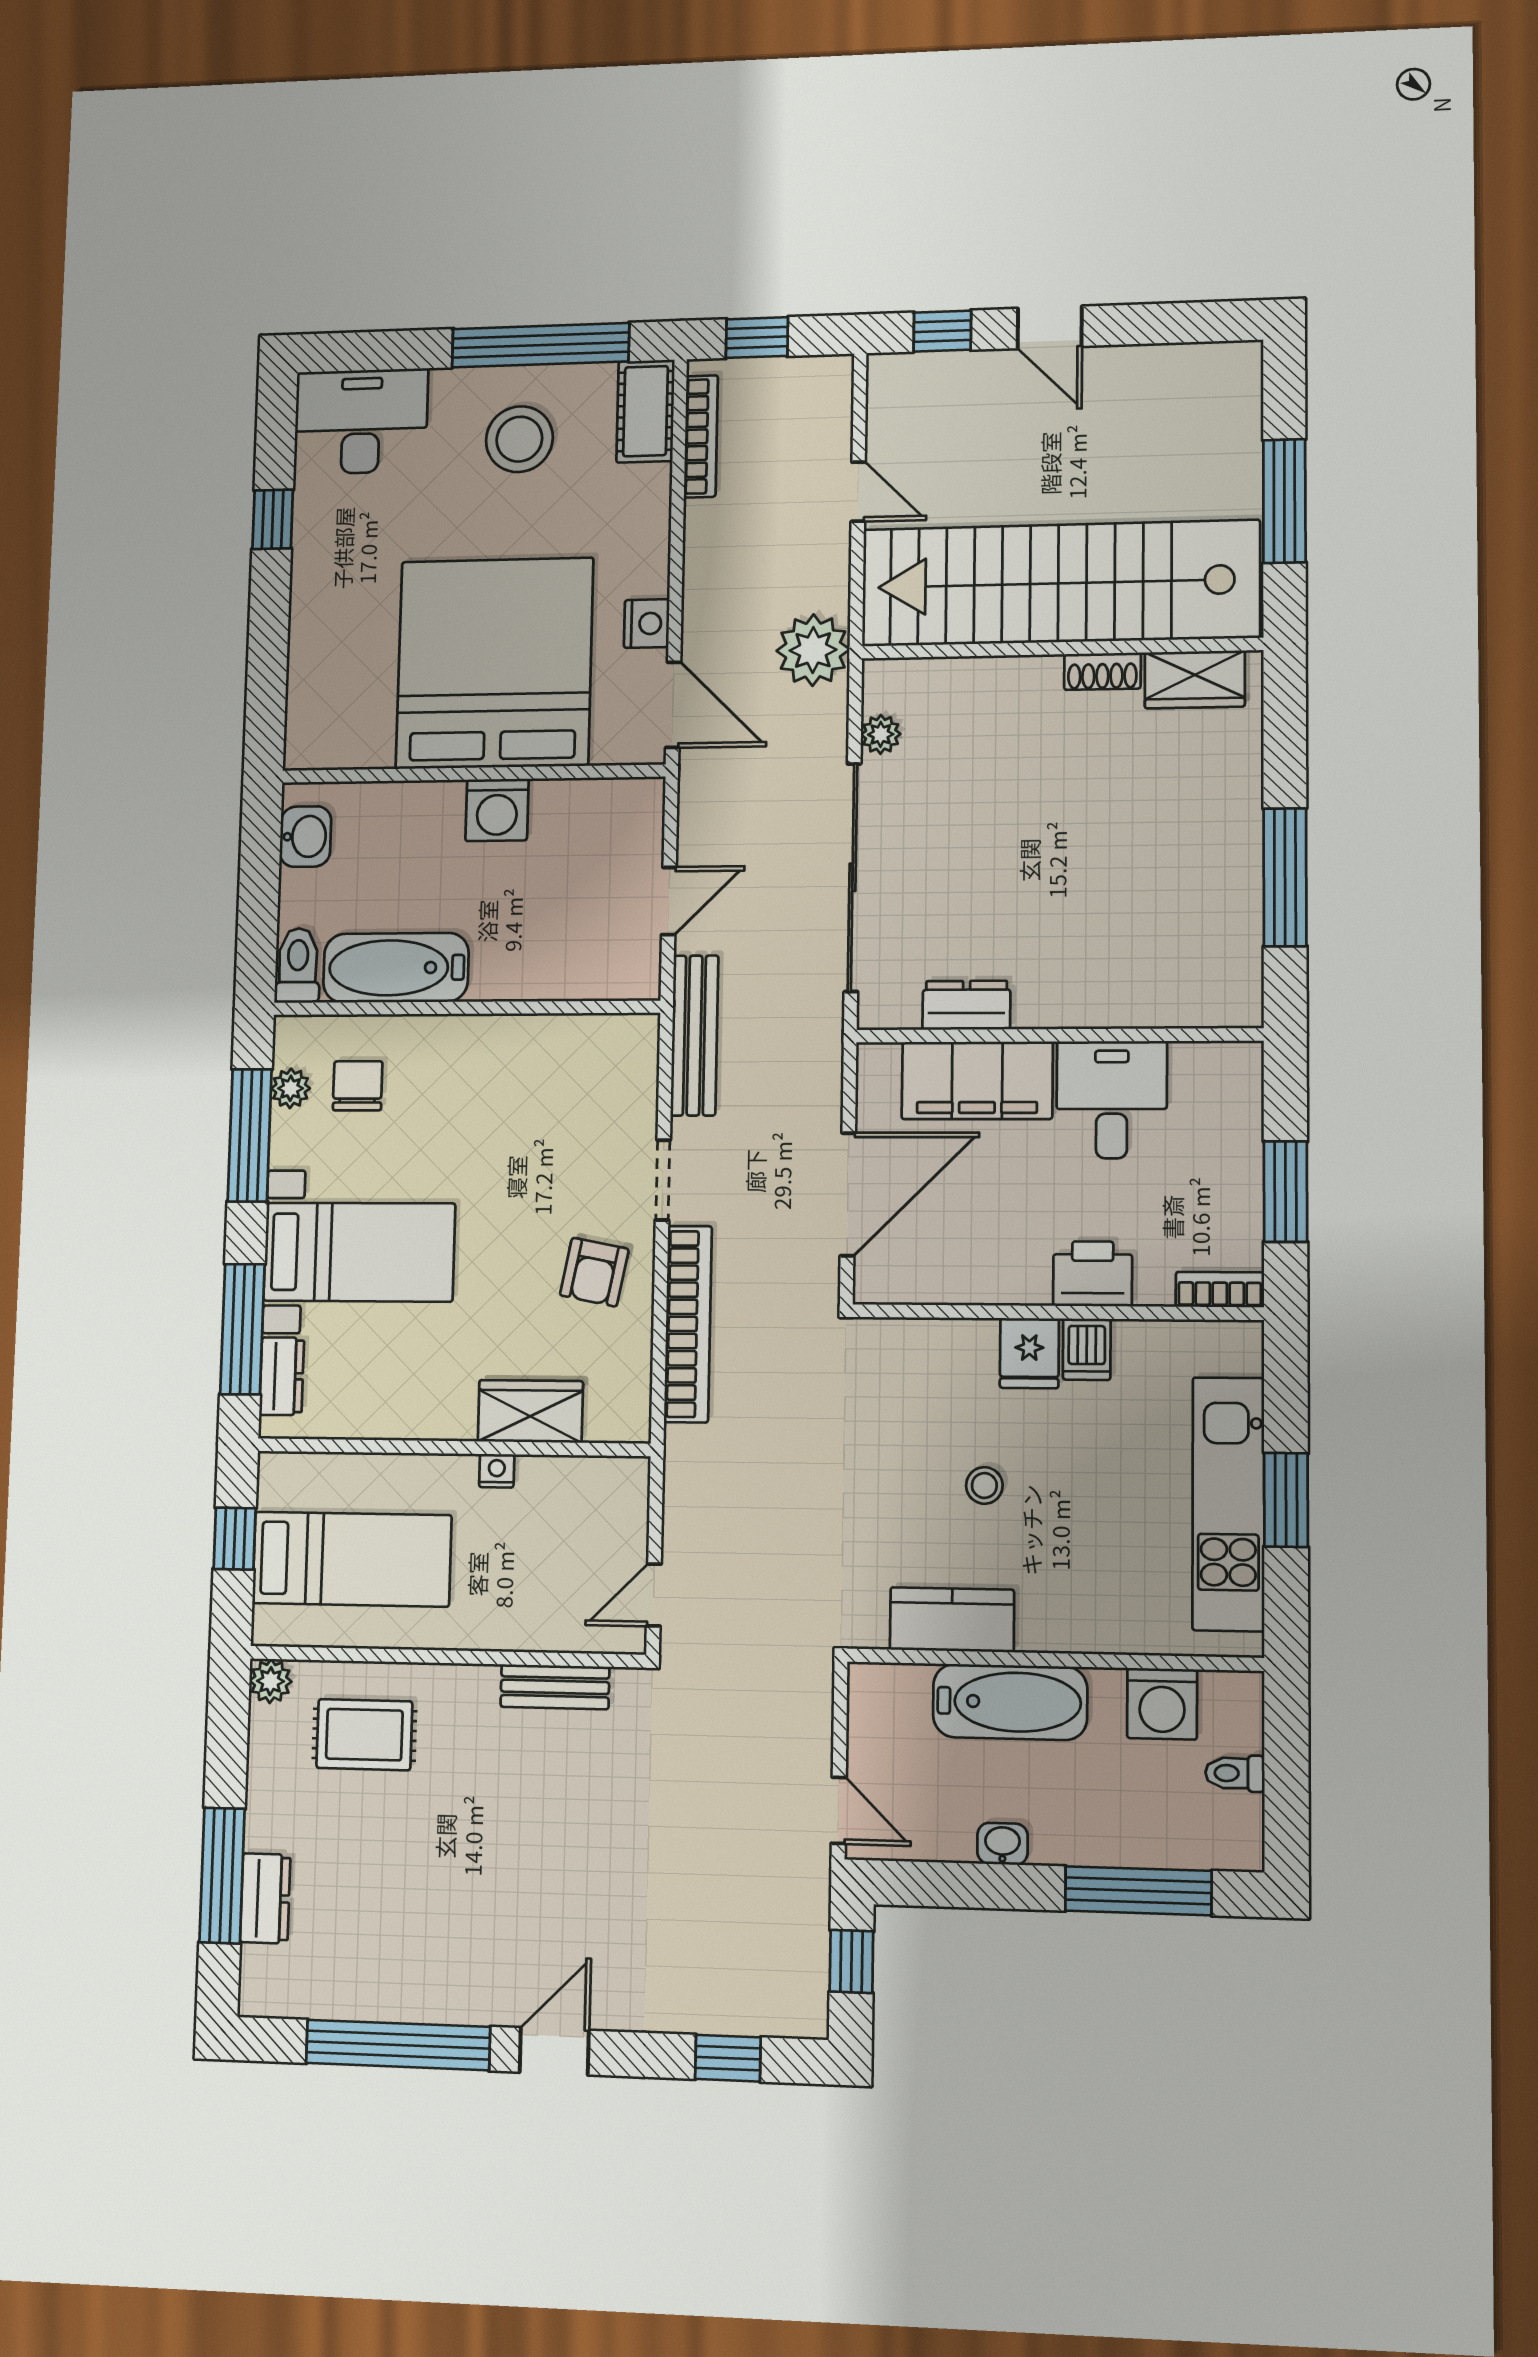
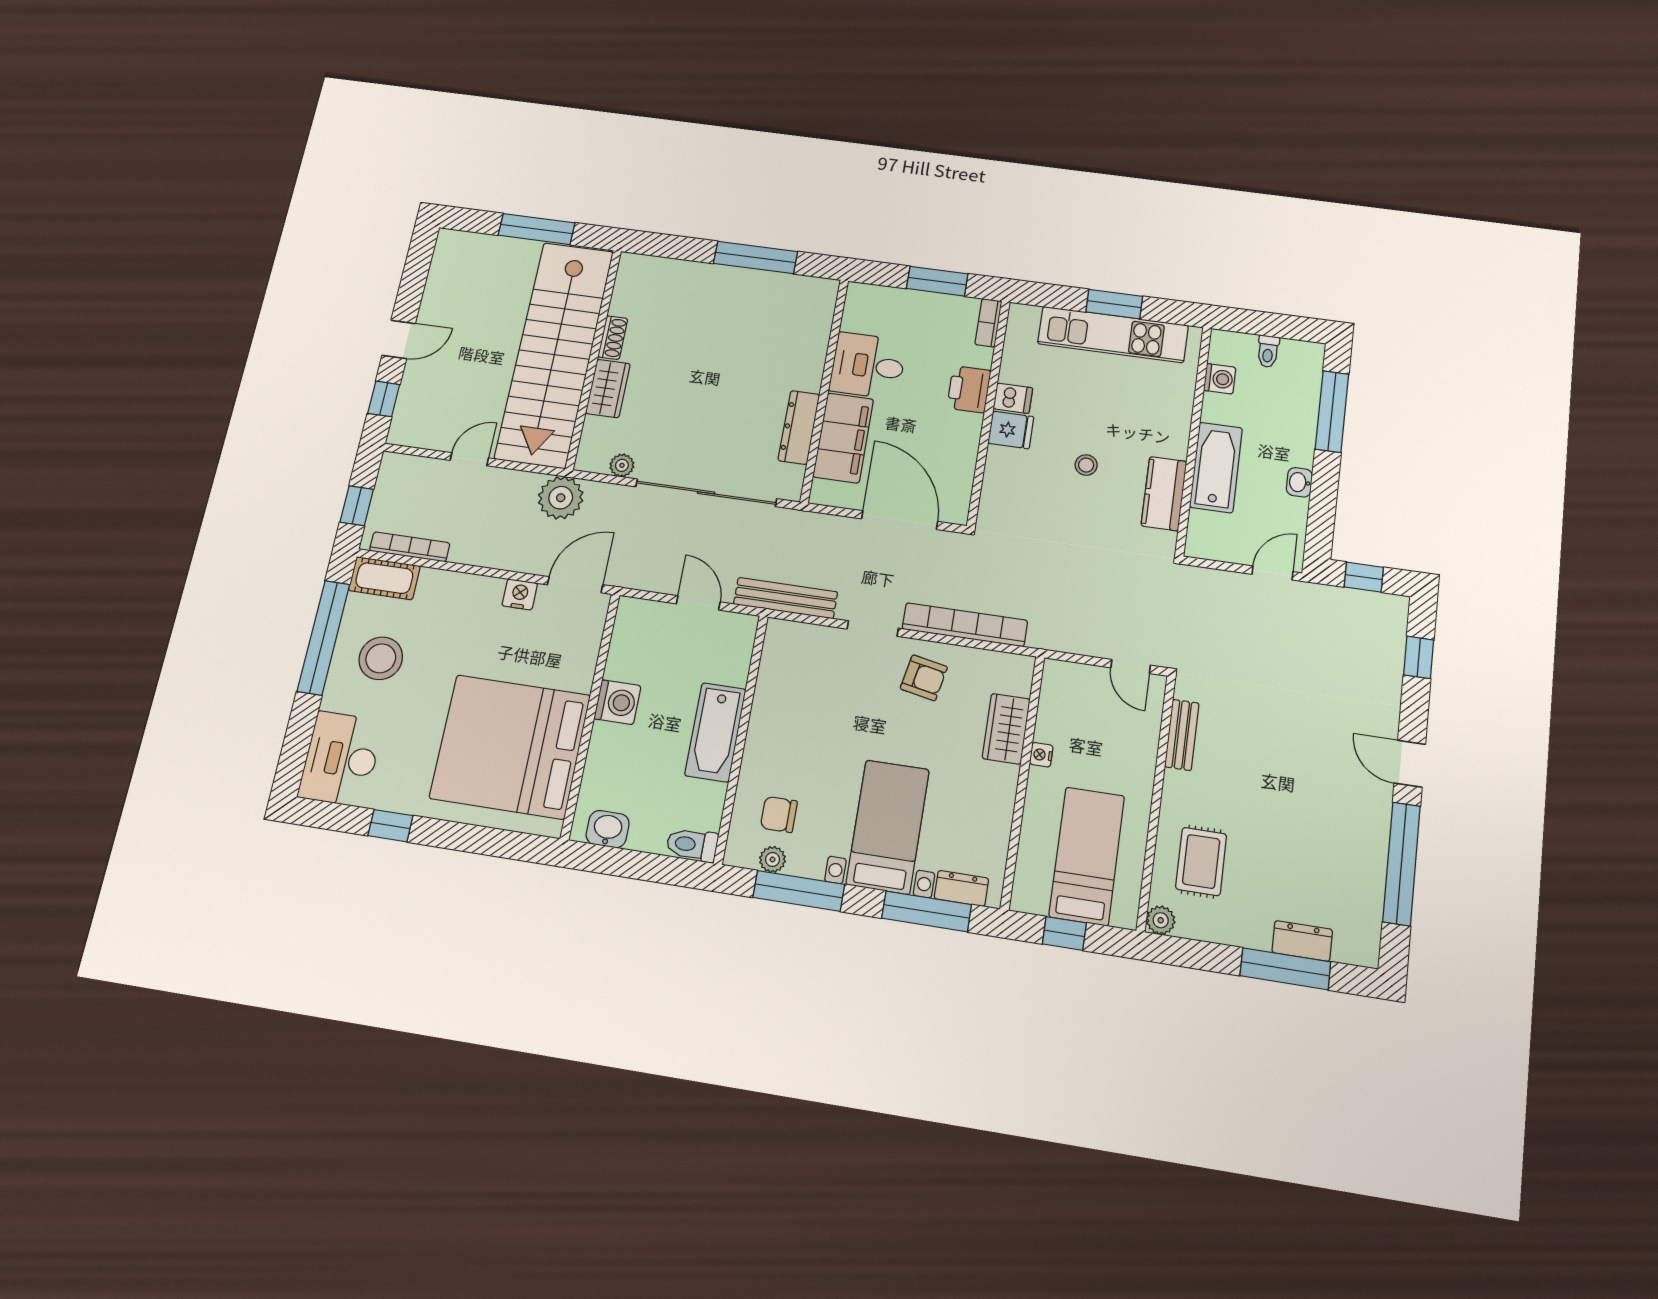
bed: (494, 663) -> (510, 747), moved
wardrobe: (1195, 679) -> (608, 388), moved
bathtub: (396, 968) -> (715, 732), moved
dresser: (966, 1005) -> (799, 427), width x1.44
washing machine: (1162, 1704) -> (1220, 379), width x0.73, depth x0.73

